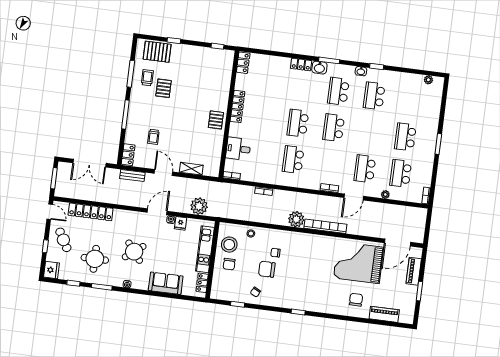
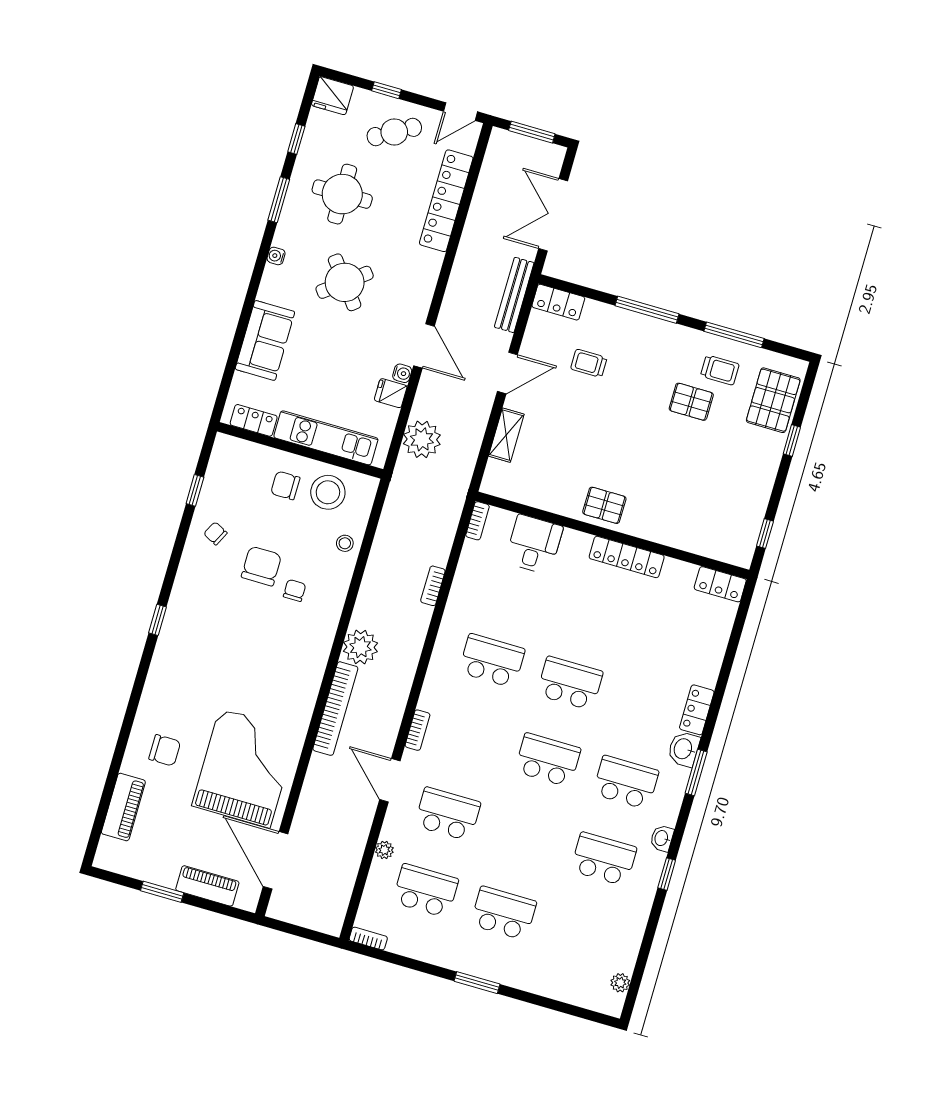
bench: (132, 175) -> (514, 295), width x1.36

